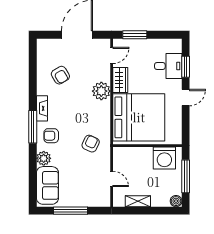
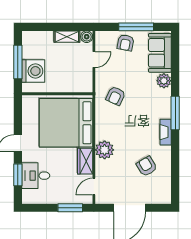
armchair: (51, 136) -> (125, 43), moved, turned 101
washing machine: (164, 158) -> (33, 71), moved, turned 90
door: (112, 179) -> (94, 60), swing flipped
boiler: (176, 201) -> (87, 37), moved

